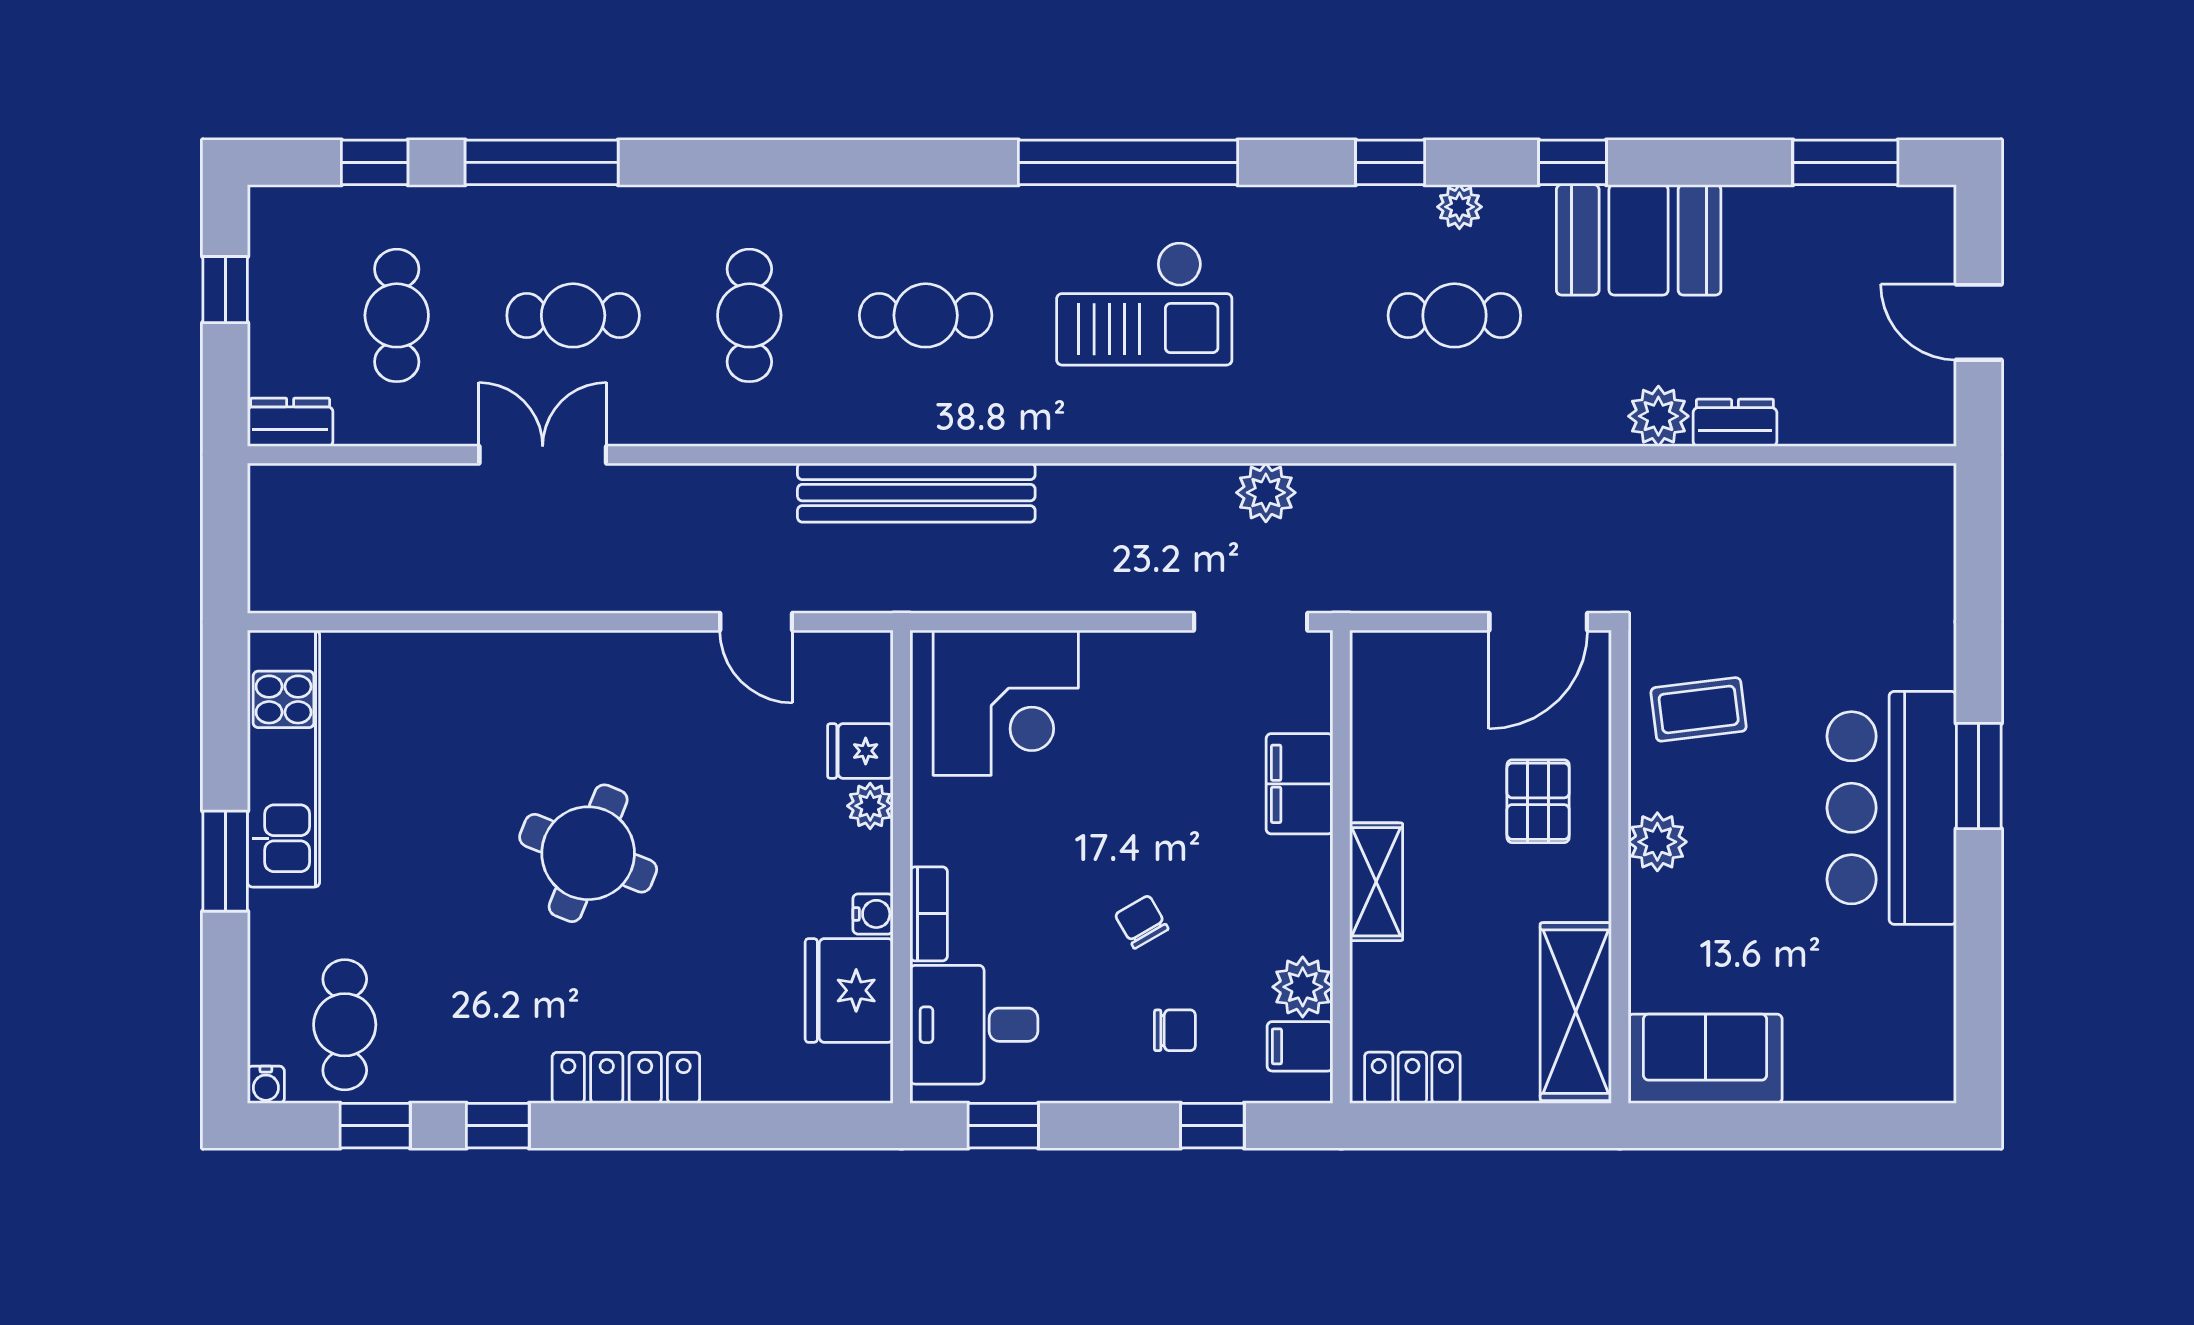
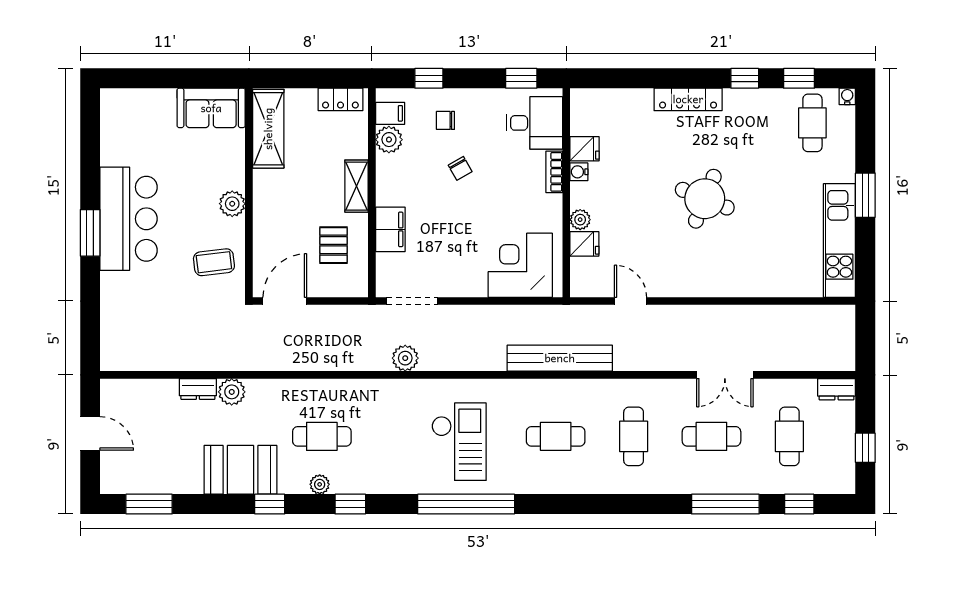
checkout: (1144, 303) -> (459, 442), turned 90
pallet: (1538, 801) -> (334, 245), moved
fridge: (849, 990) -> (585, 149), width x0.53, depth x0.75

